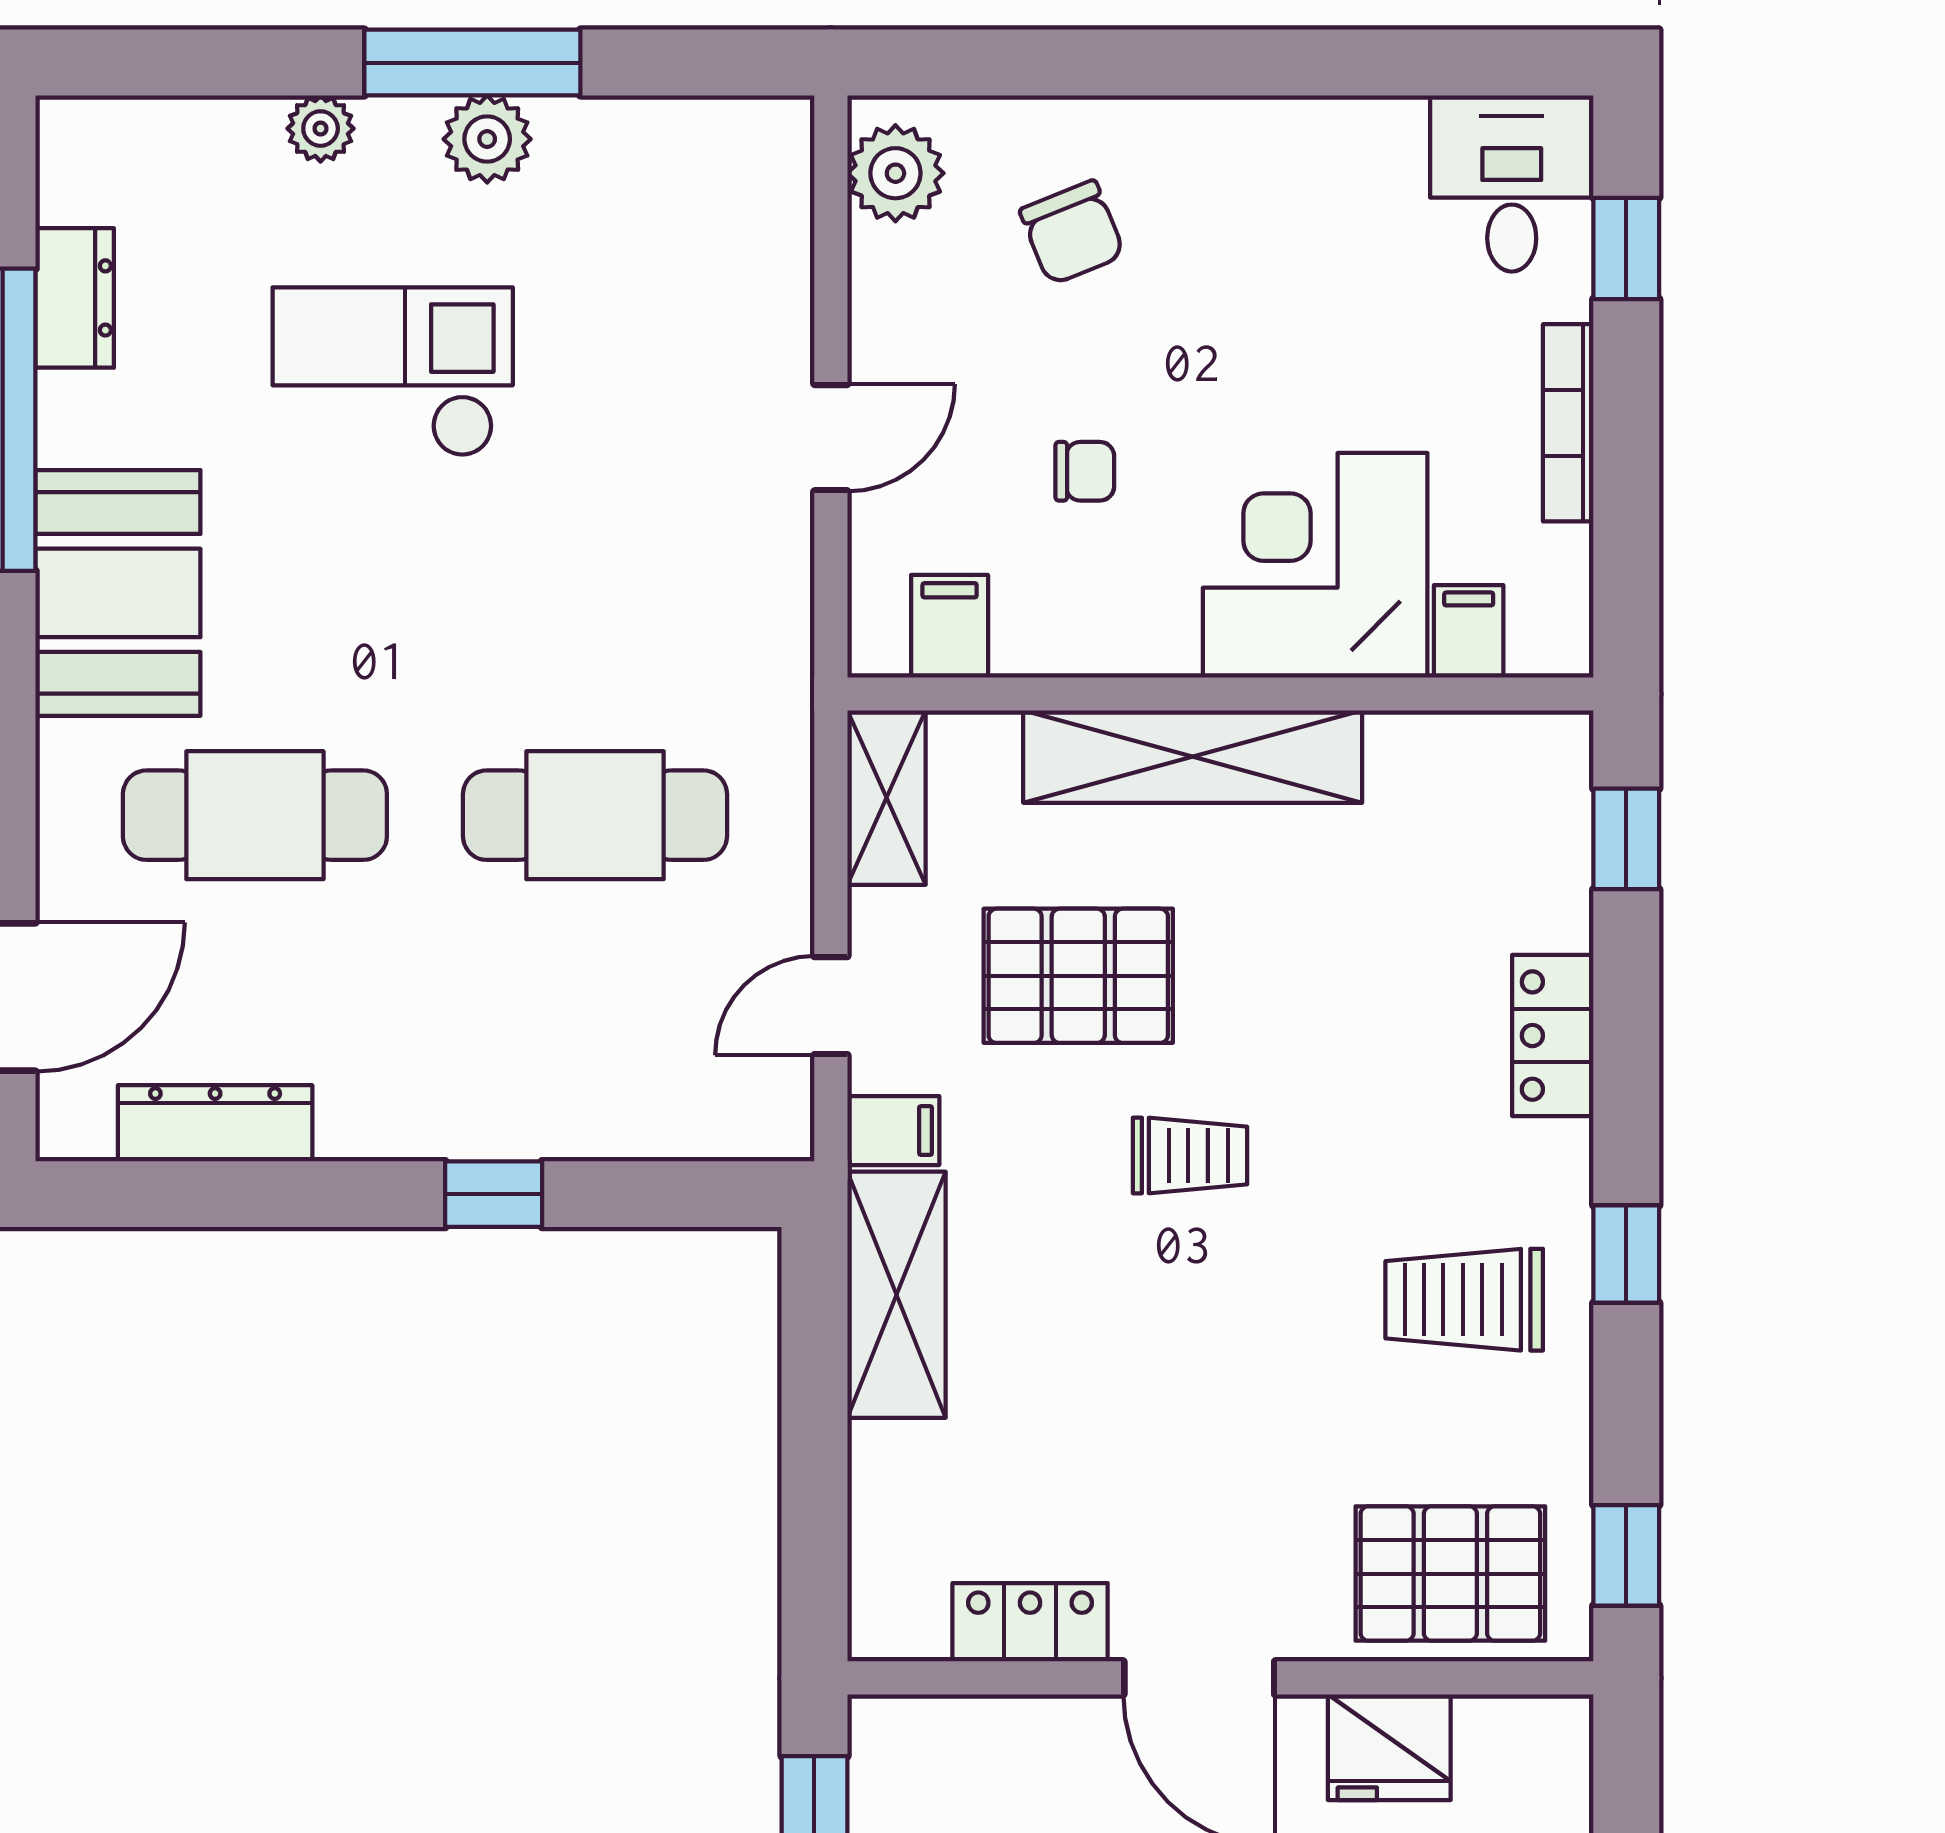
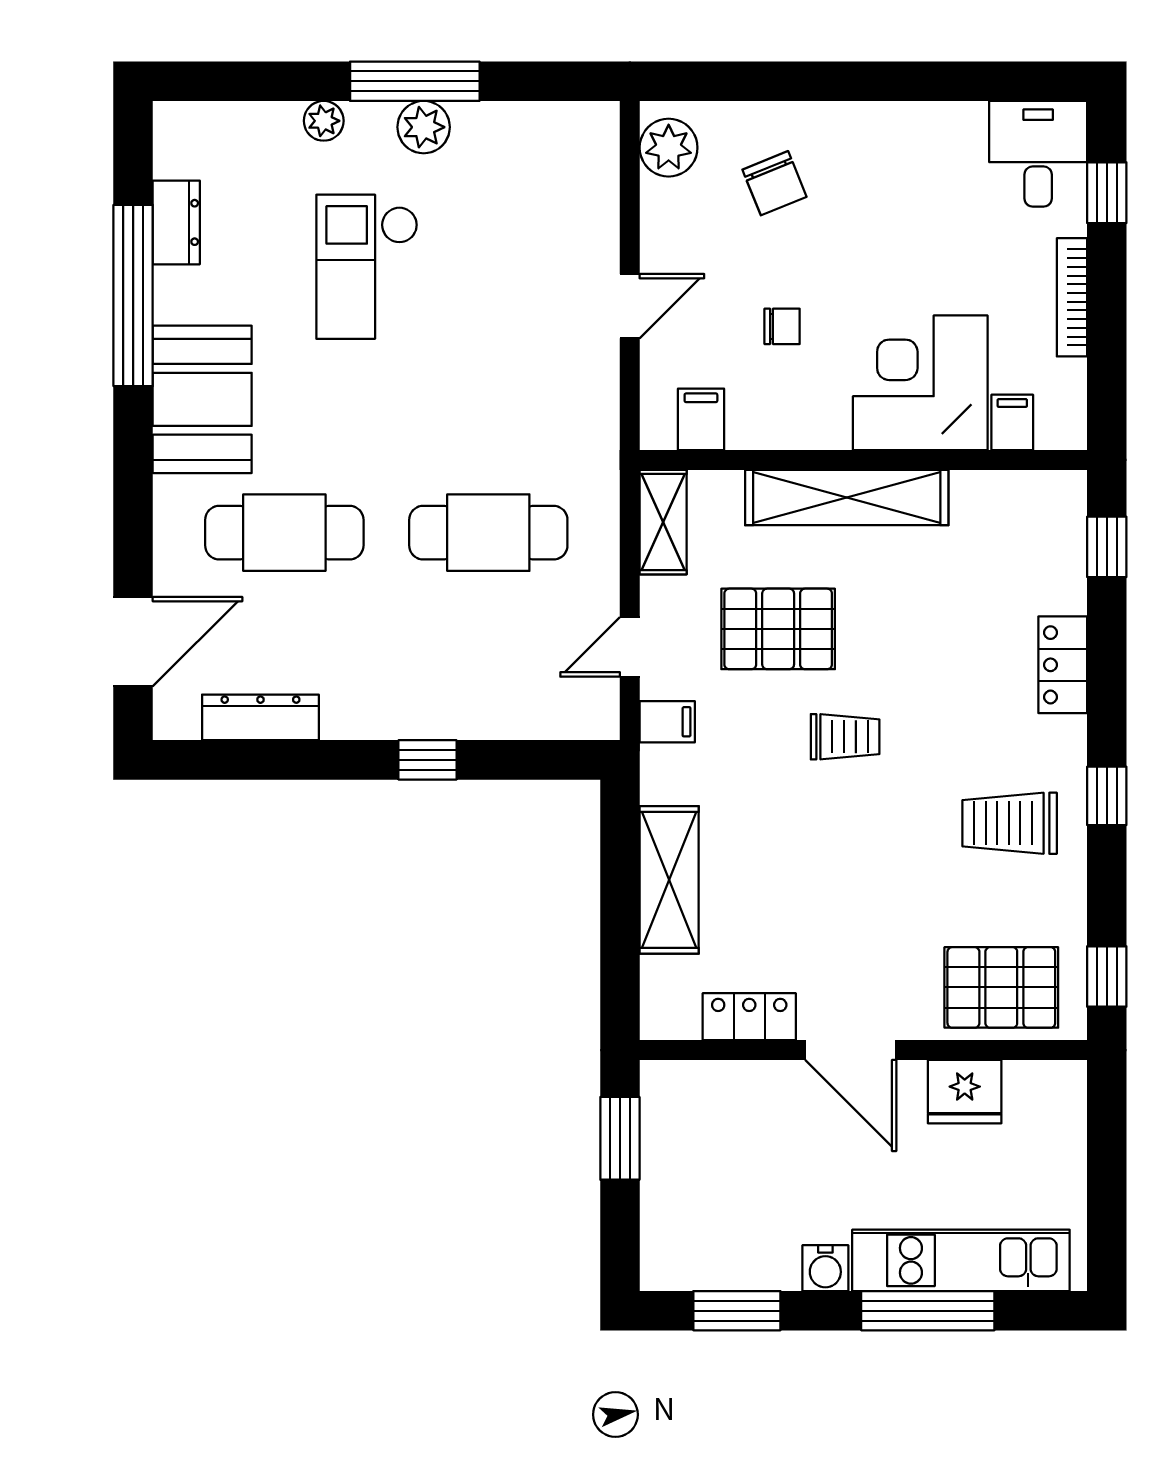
checkout: (393, 372) -> (367, 267), turned -90
shelving: (896, 1295) -> (669, 880), moved

